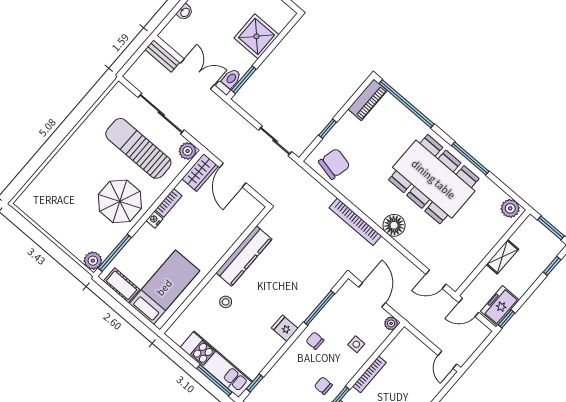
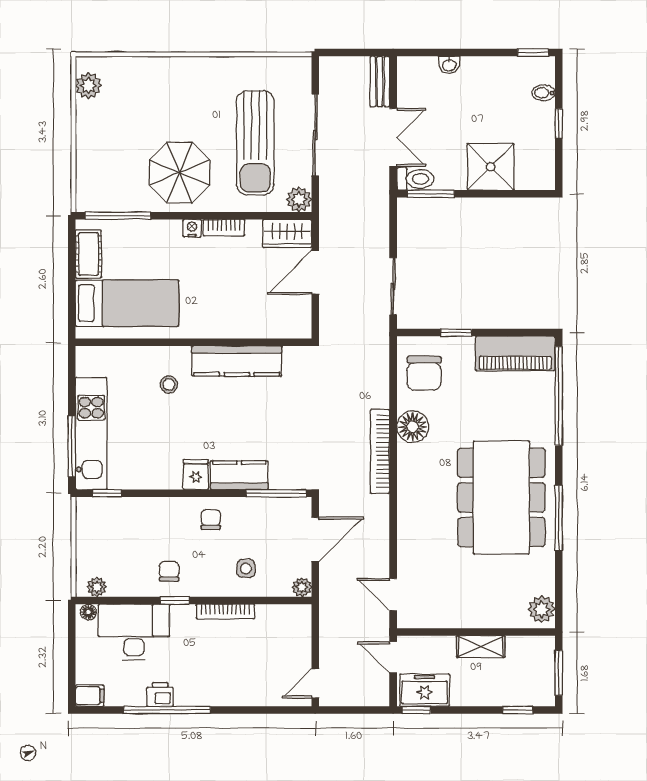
piano: (368, 100) -> (515, 354), width x1.37, depth x1.33
sun lounger: (138, 148) -> (255, 143), turned 180
chair: (334, 164) -> (424, 373), turned 77
floor lamp: (394, 225) -> (413, 427), moved
plant: (93, 261) -> (88, 86), moved
kitchen counter: (305, 306) -> (239, 475), added
window: (319, 308) -> (276, 493), moved

